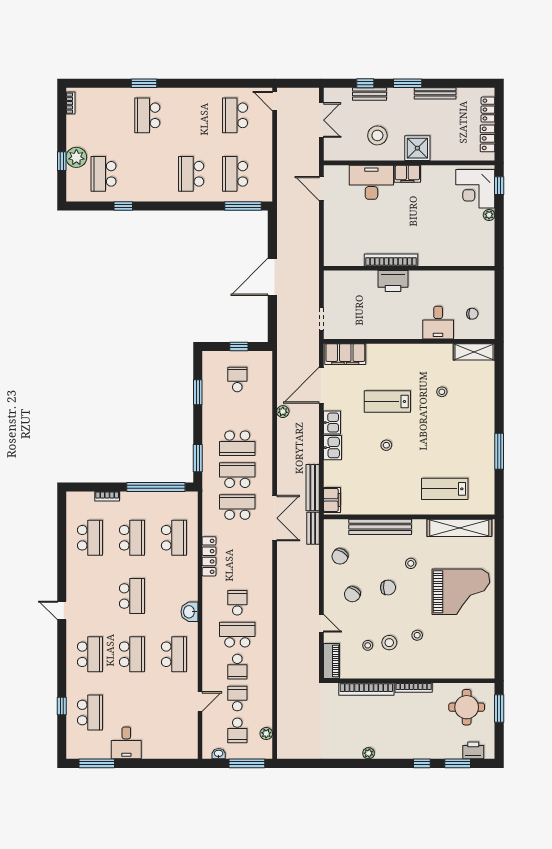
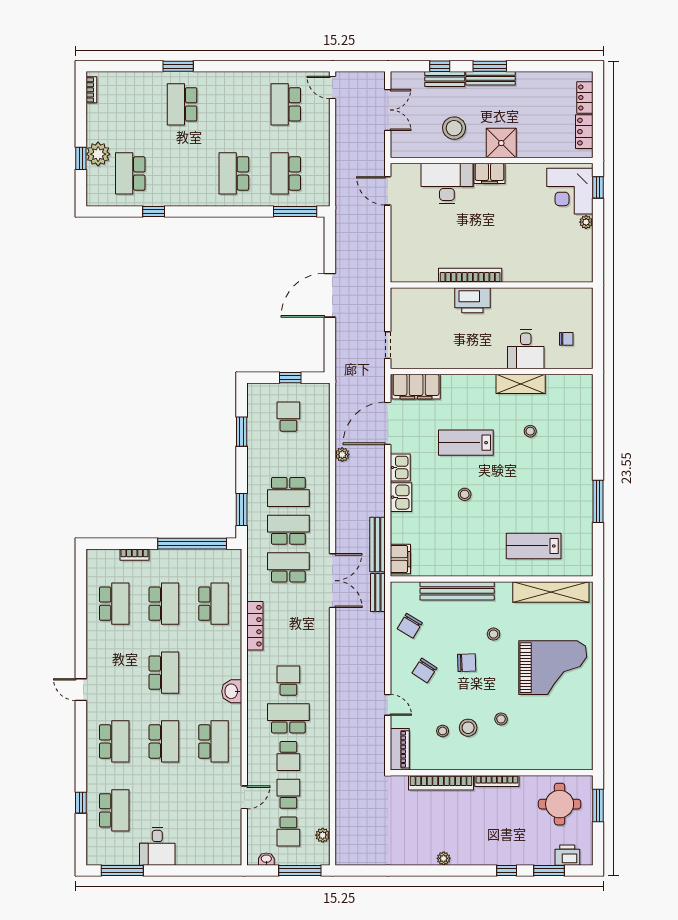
bench: (435, 93) -> (491, 78), moved
shelving: (474, 352) -> (521, 384), moved

